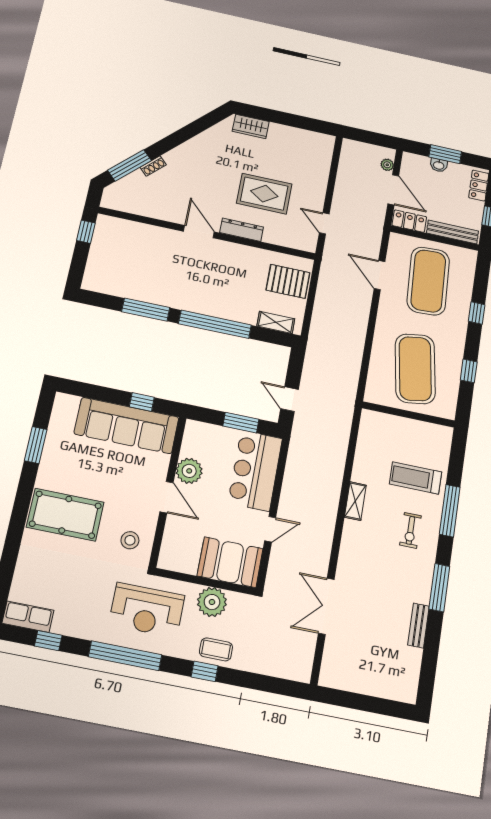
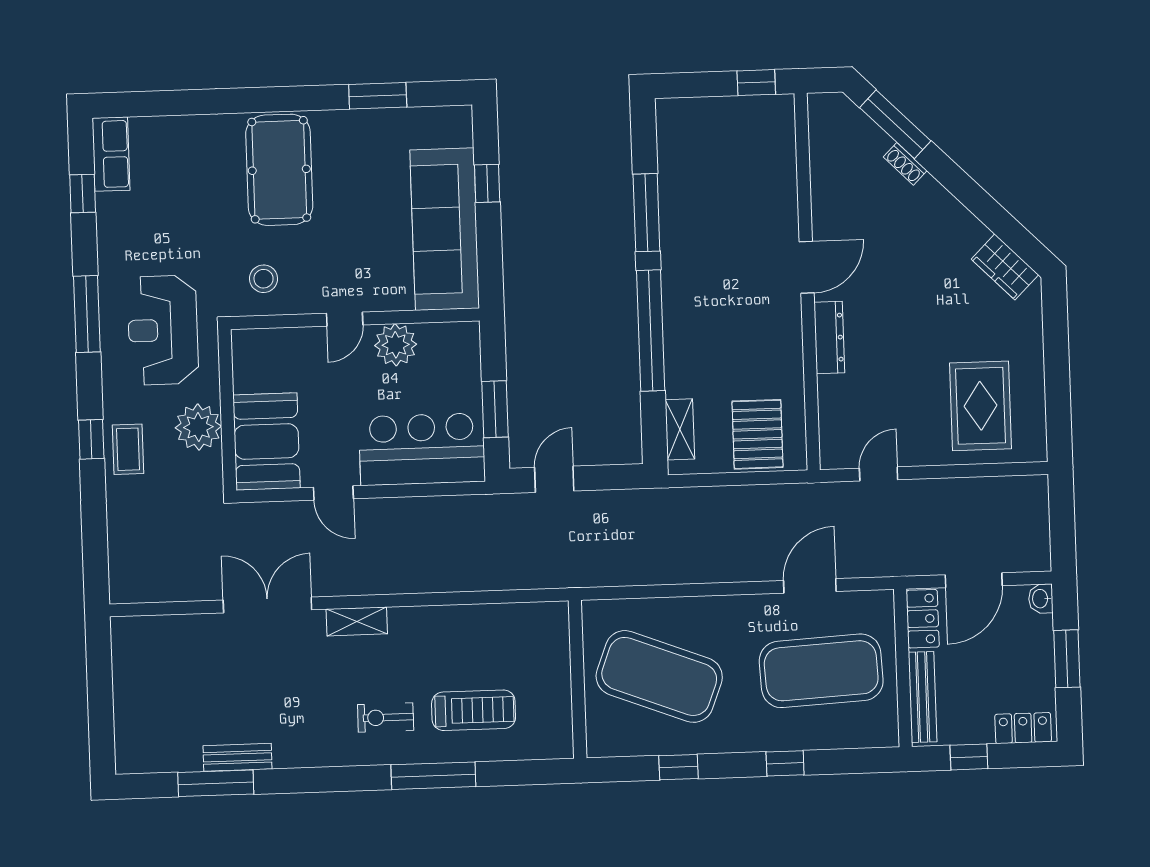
wardrobe: (251, 126) -> (1005, 267), moved, turned -45
plant: (387, 165) -> (1018, 561), removed
washbasin: (439, 165) -> (1041, 599), moved
rug: (264, 194) -> (981, 406), moved
exercise mat: (415, 369) -> (659, 676), turned 30
window: (142, 402) -> (487, 183), moved
treadmill: (416, 478) -> (474, 710), turned 90
door: (167, 497) -> (345, 319), width x0.73
shelving: (355, 501) -> (357, 621), moved
window: (439, 588) -> (216, 783), moved
double door: (326, 606) -> (267, 605), moved
window: (125, 656) -> (87, 314), width x0.68

